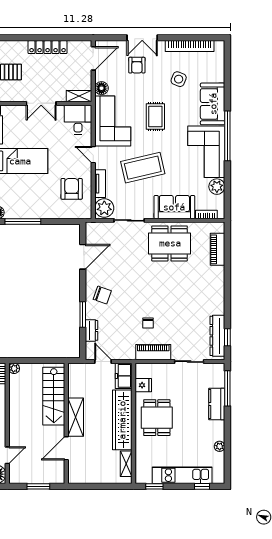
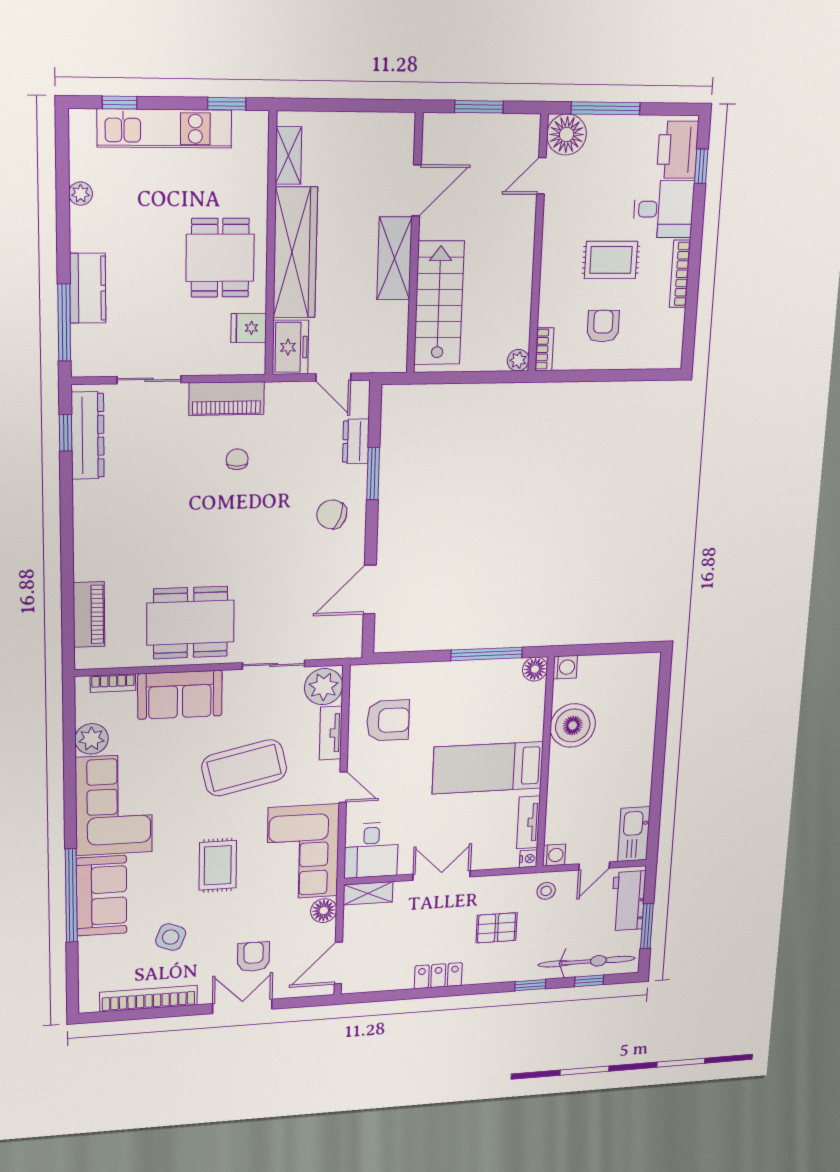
locker: (48, 47) -> (438, 976), width x0.66
window: (227, 136) -> (71, 896), moved
armchair: (72, 189) -> (388, 720), turned -90

